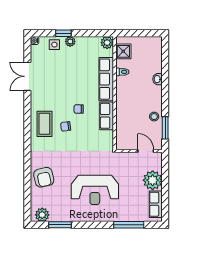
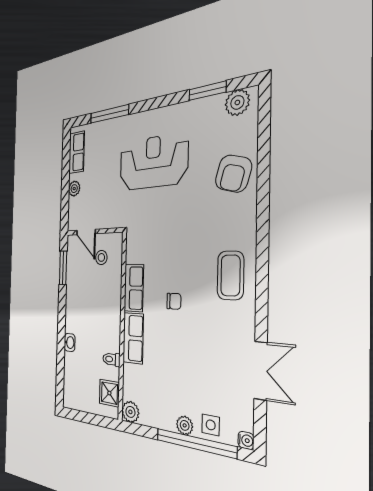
window: (63, 33) -> (195, 443), width x3.17
row of seats: (106, 79) -> (133, 338), width x0.68
stool: (154, 117) -> (101, 257), moved
chair: (66, 126) -> (195, 270), removed
armchair: (44, 177) -> (233, 174), turned -151
plant: (153, 180) -> (74, 189), width x0.53, depth x0.53

